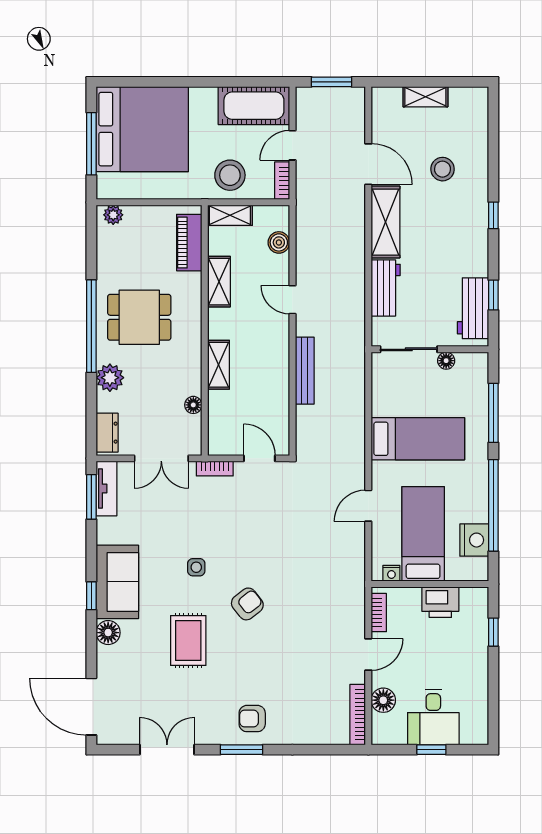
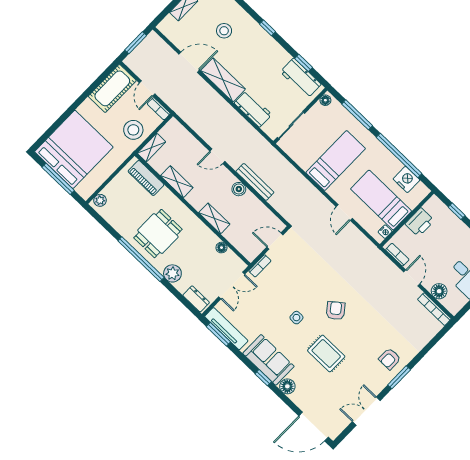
boiler: (279, 242) -> (239, 189), moved
floor lamp: (446, 361) -> (325, 100), moved
tv unit: (107, 489) -> (226, 329), width x1.41

